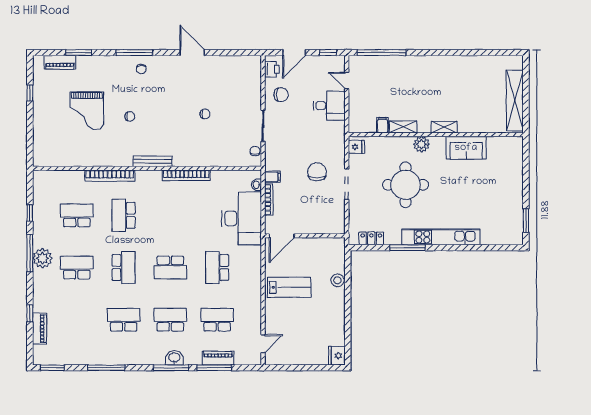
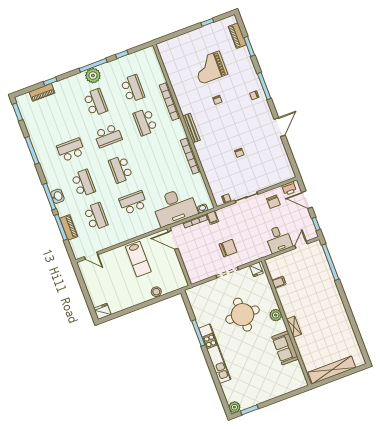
shelving: (403, 127) -> (283, 297), removed
school desk: (124, 215) -> (145, 122), turned -90
plant: (516, 237) -> (234, 407), added
locker: (371, 238) -> (195, 305), removed
school desk: (124, 320) -> (71, 150), turned -90

